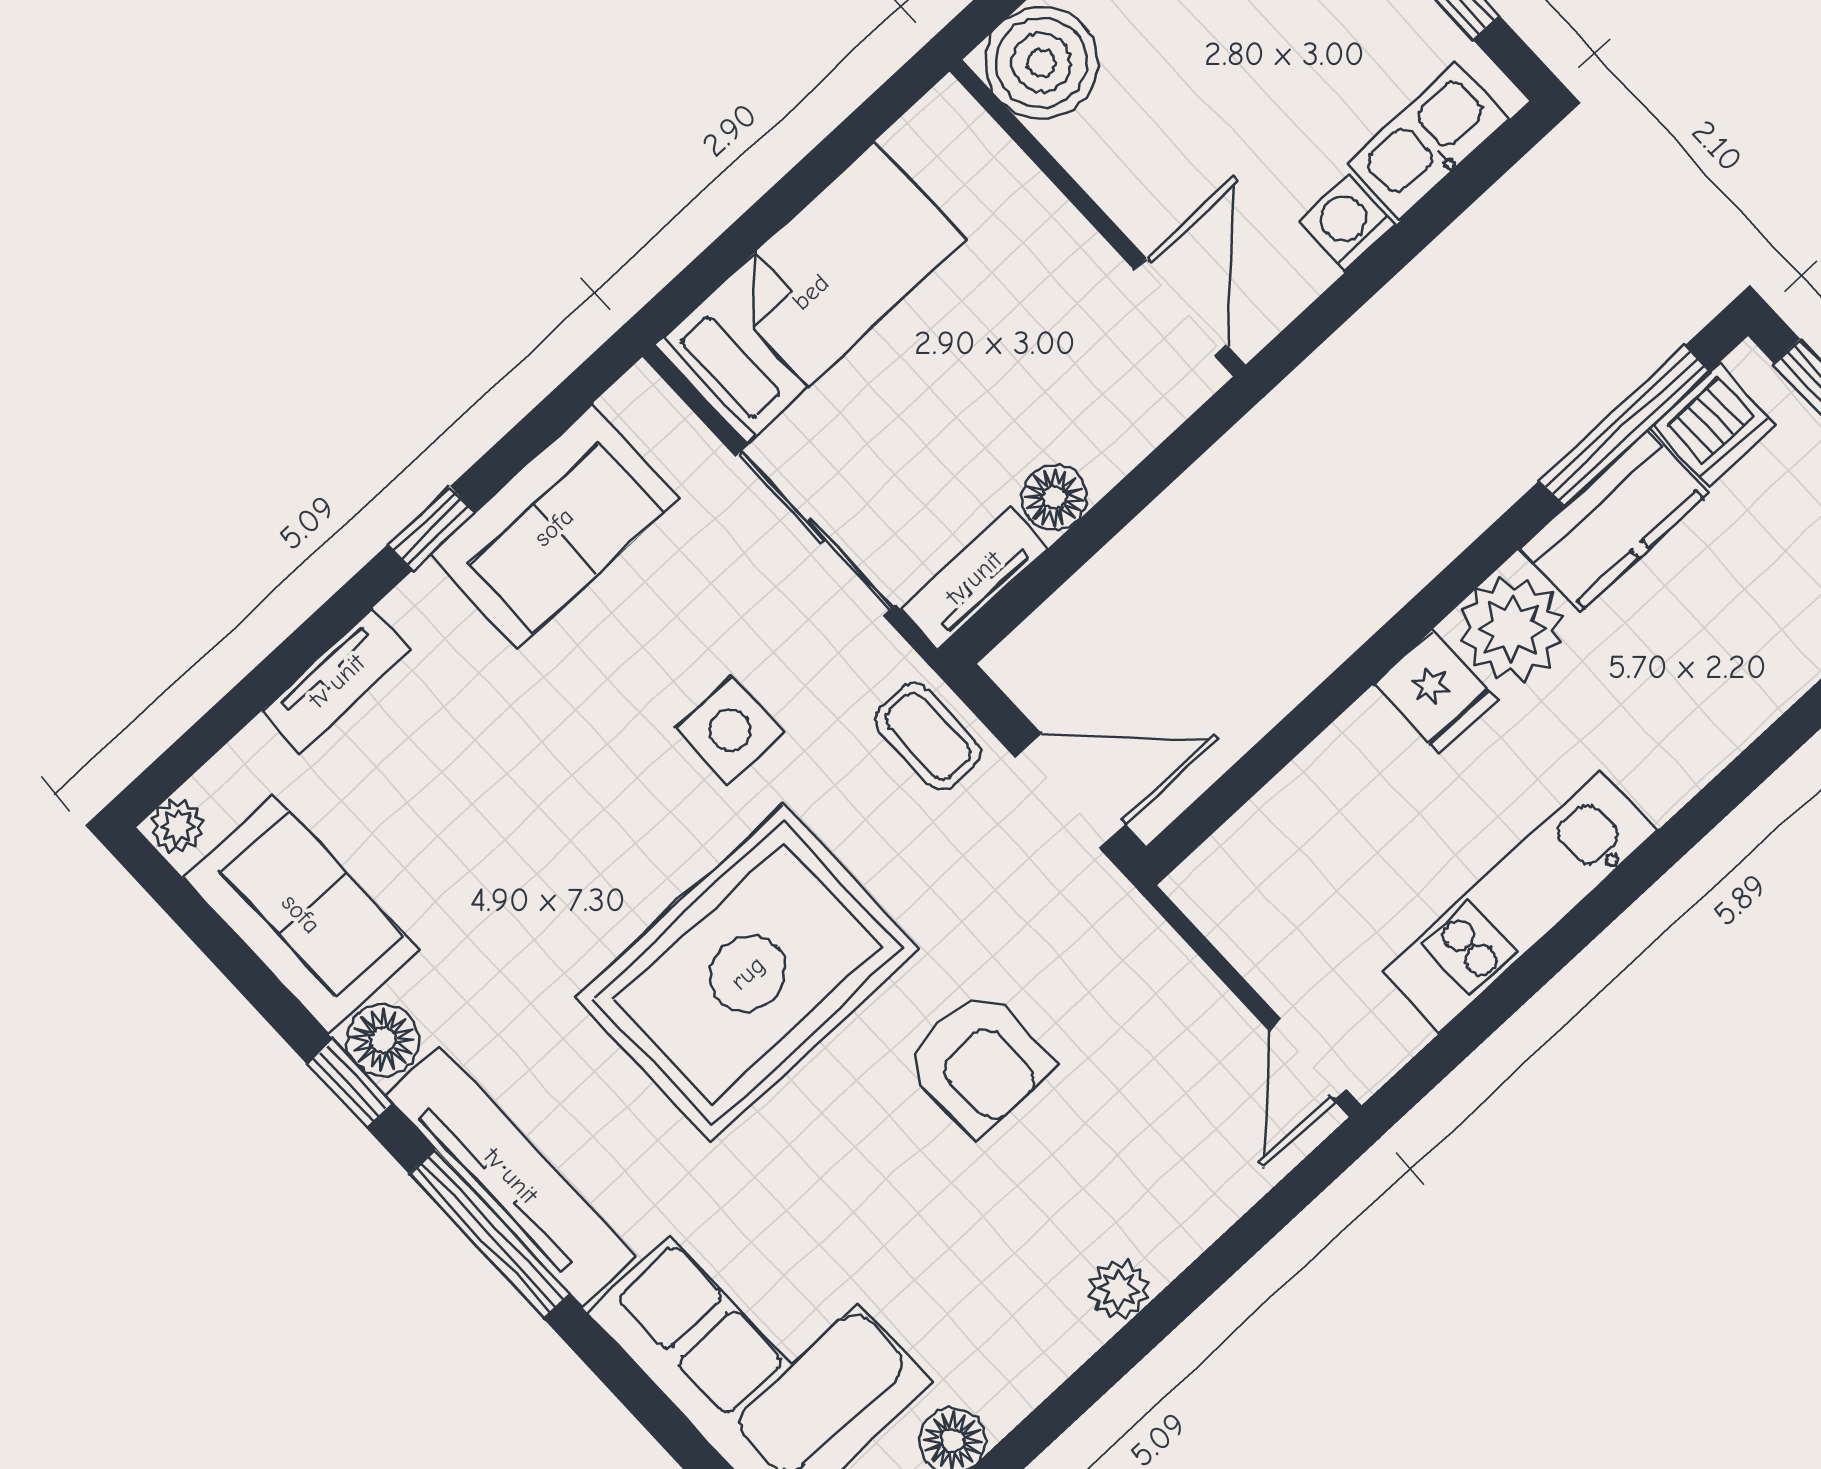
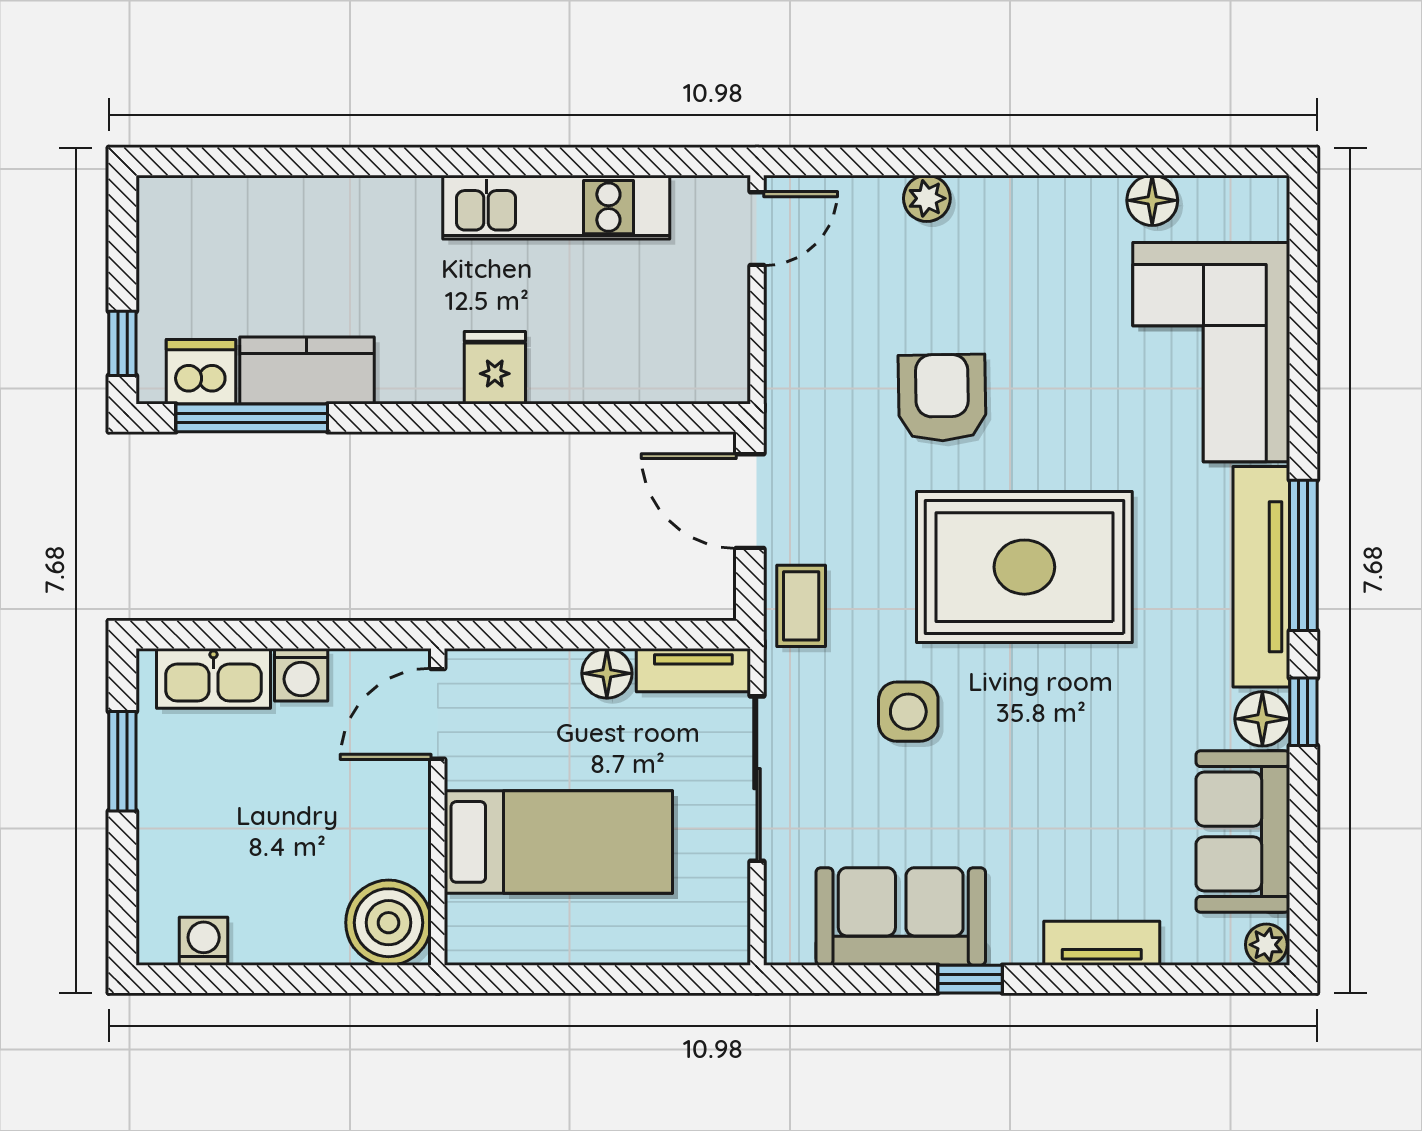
bed: (811, 292) -> (558, 842), moved, turned 180
plant: (1512, 628) -> (419, 363), removed
plant: (1119, 1289) -> (927, 198), moved

